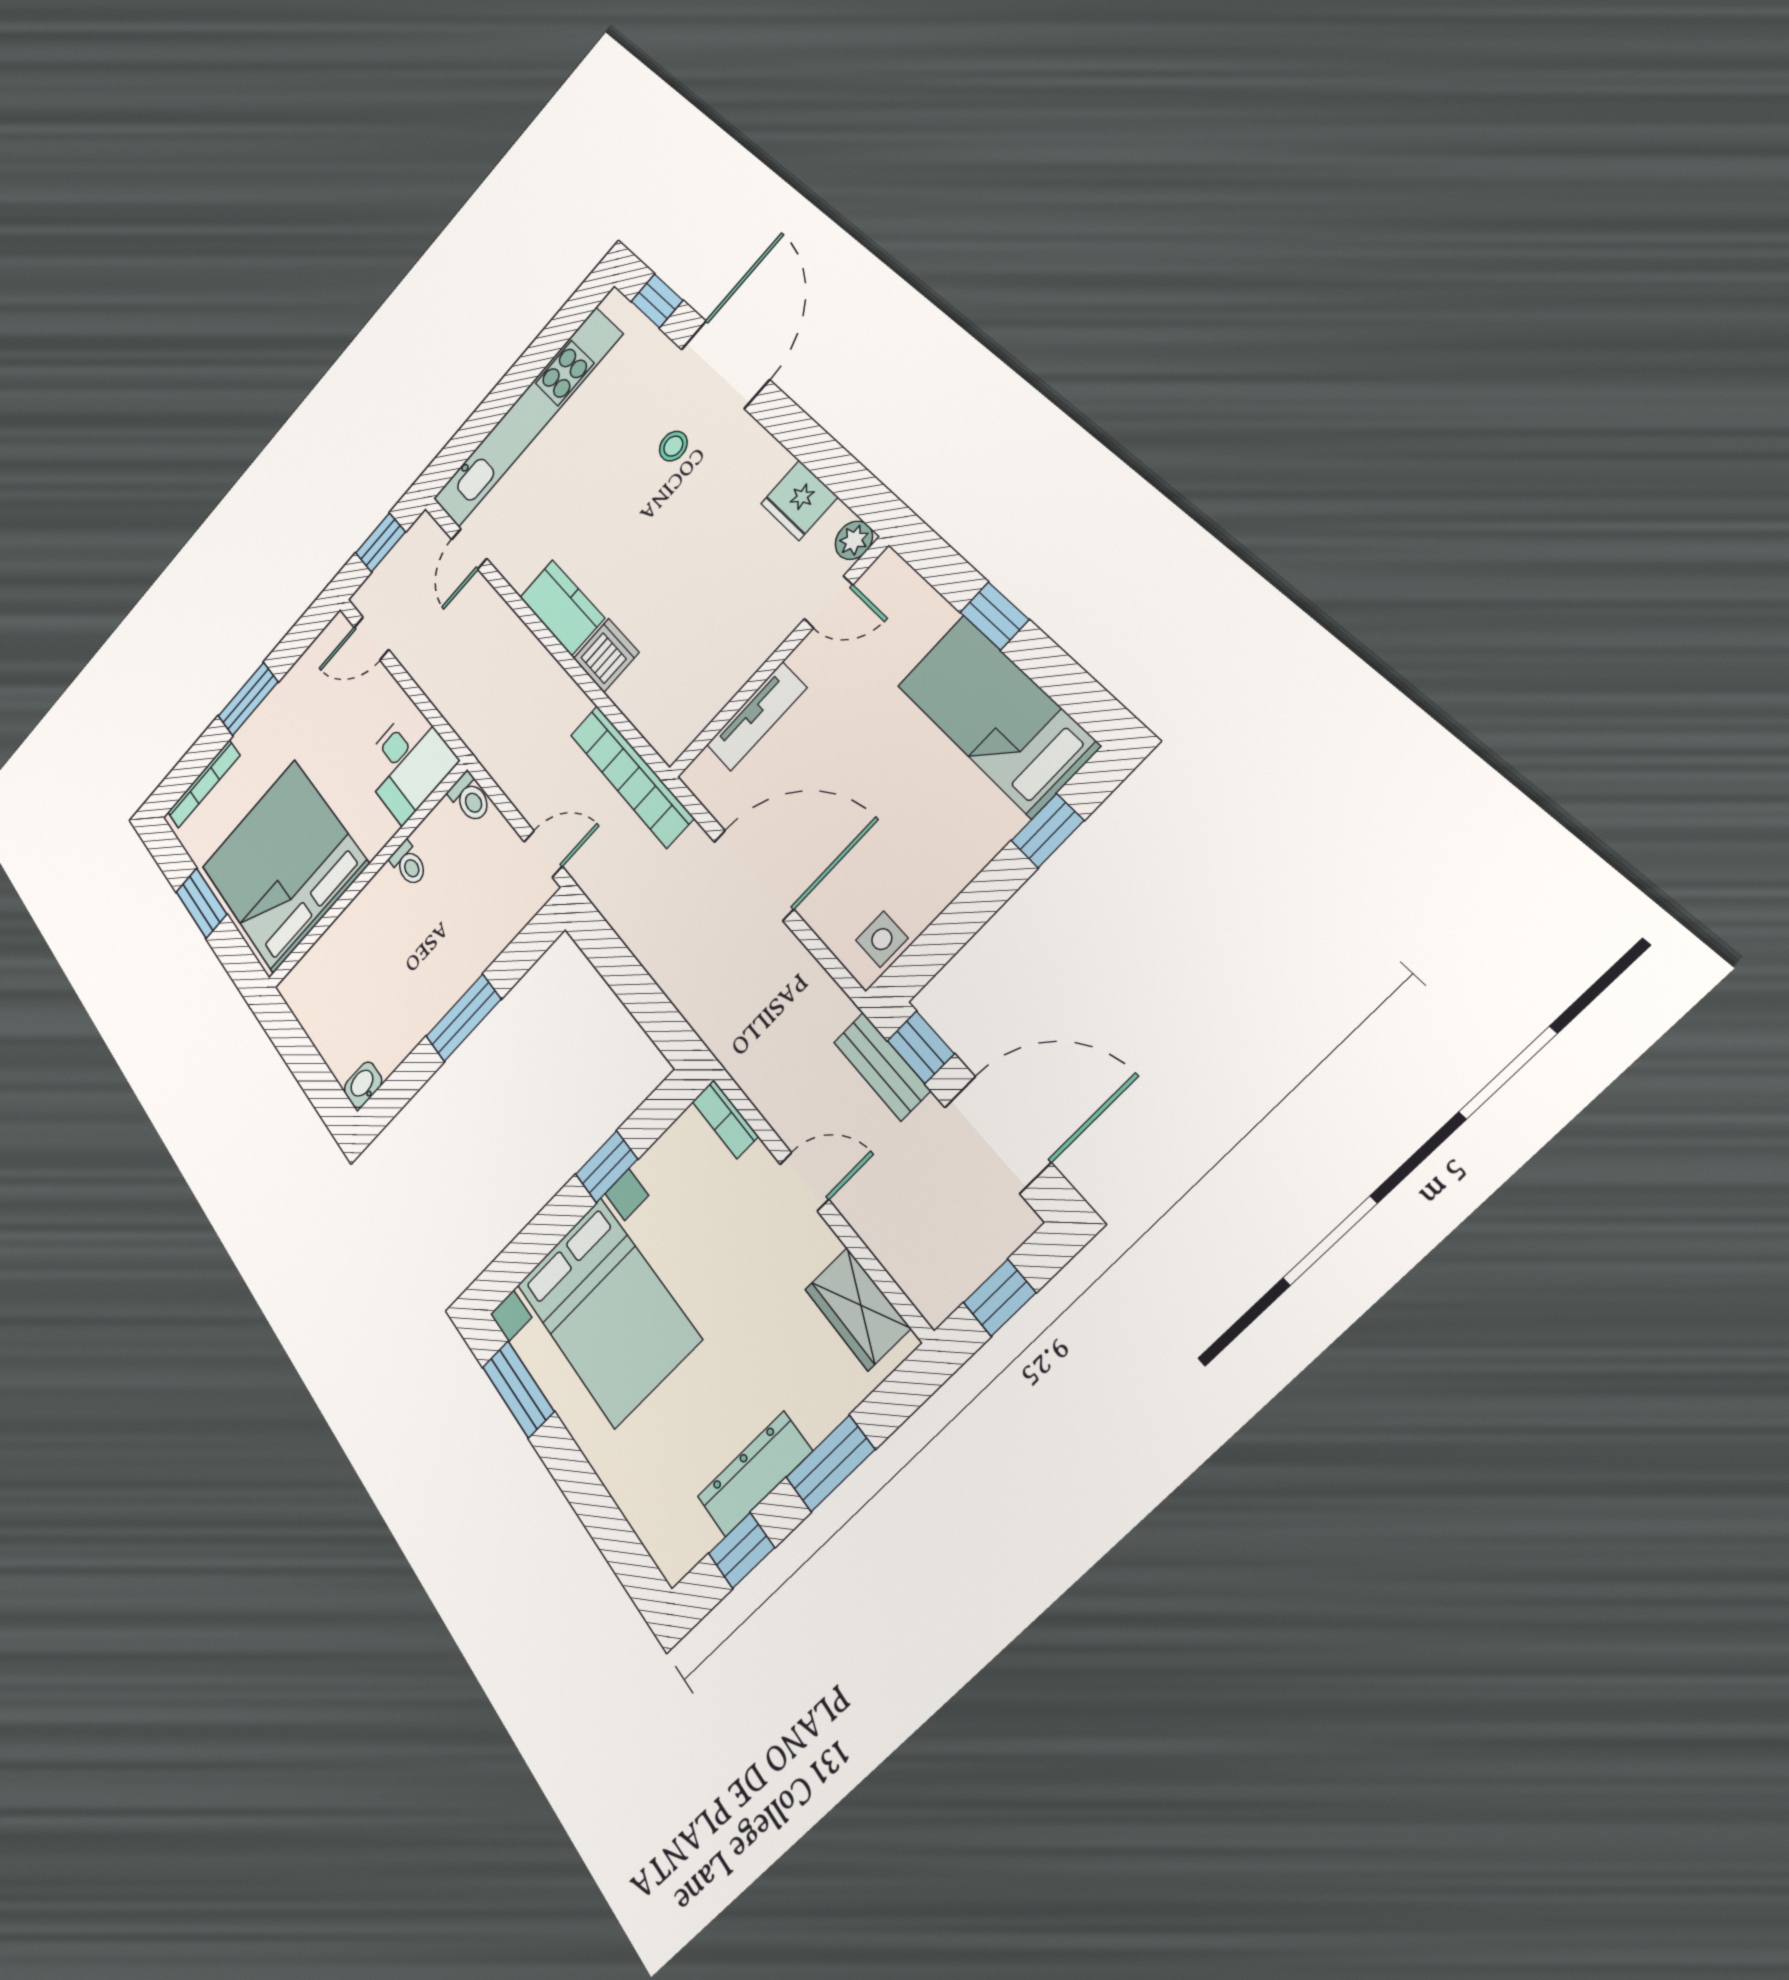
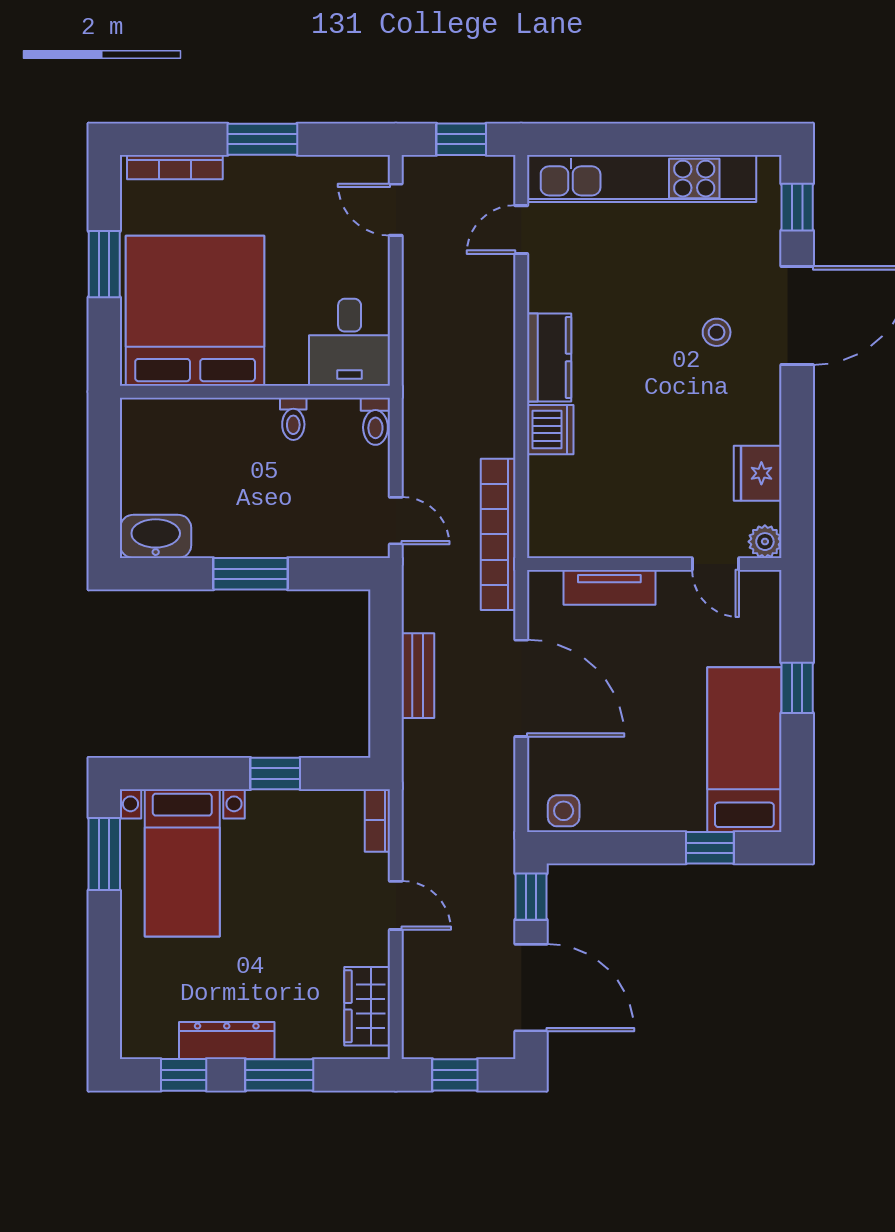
bench: (882, 1066) -> (418, 676), moved
washbasin: (363, 1085) -> (156, 536), width x1.91, depth x1.45
bed with nightstands: (608, 1312) -> (182, 863), width x0.73

